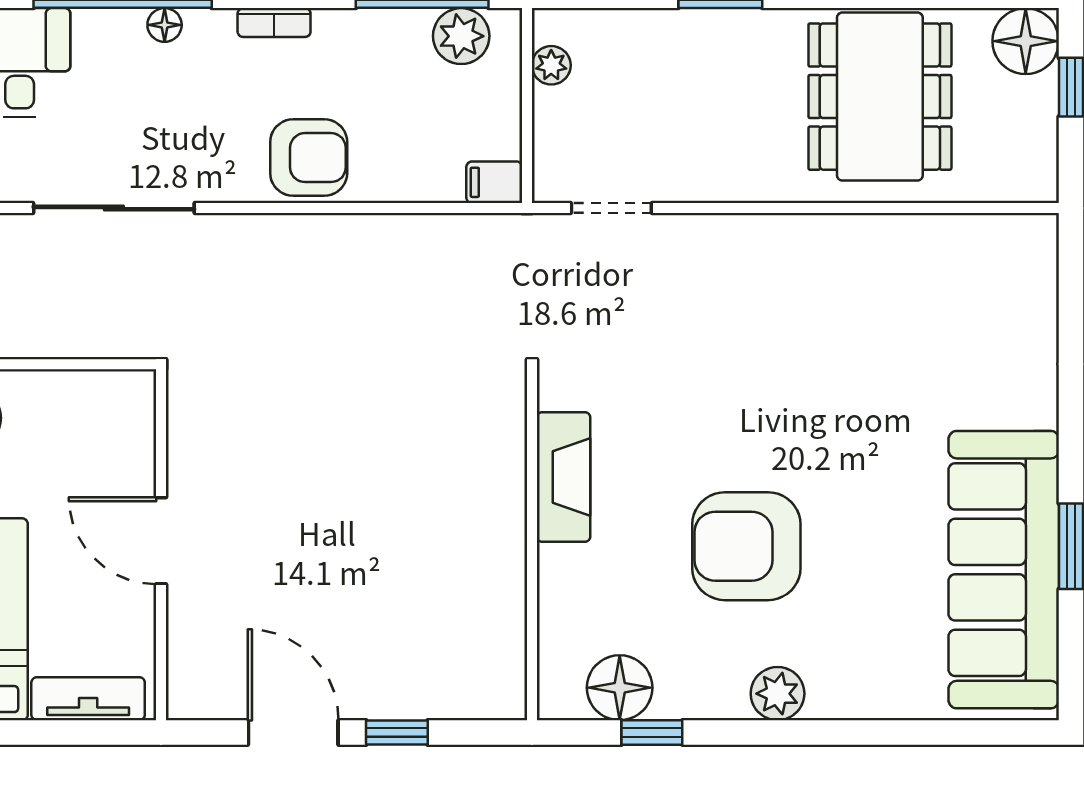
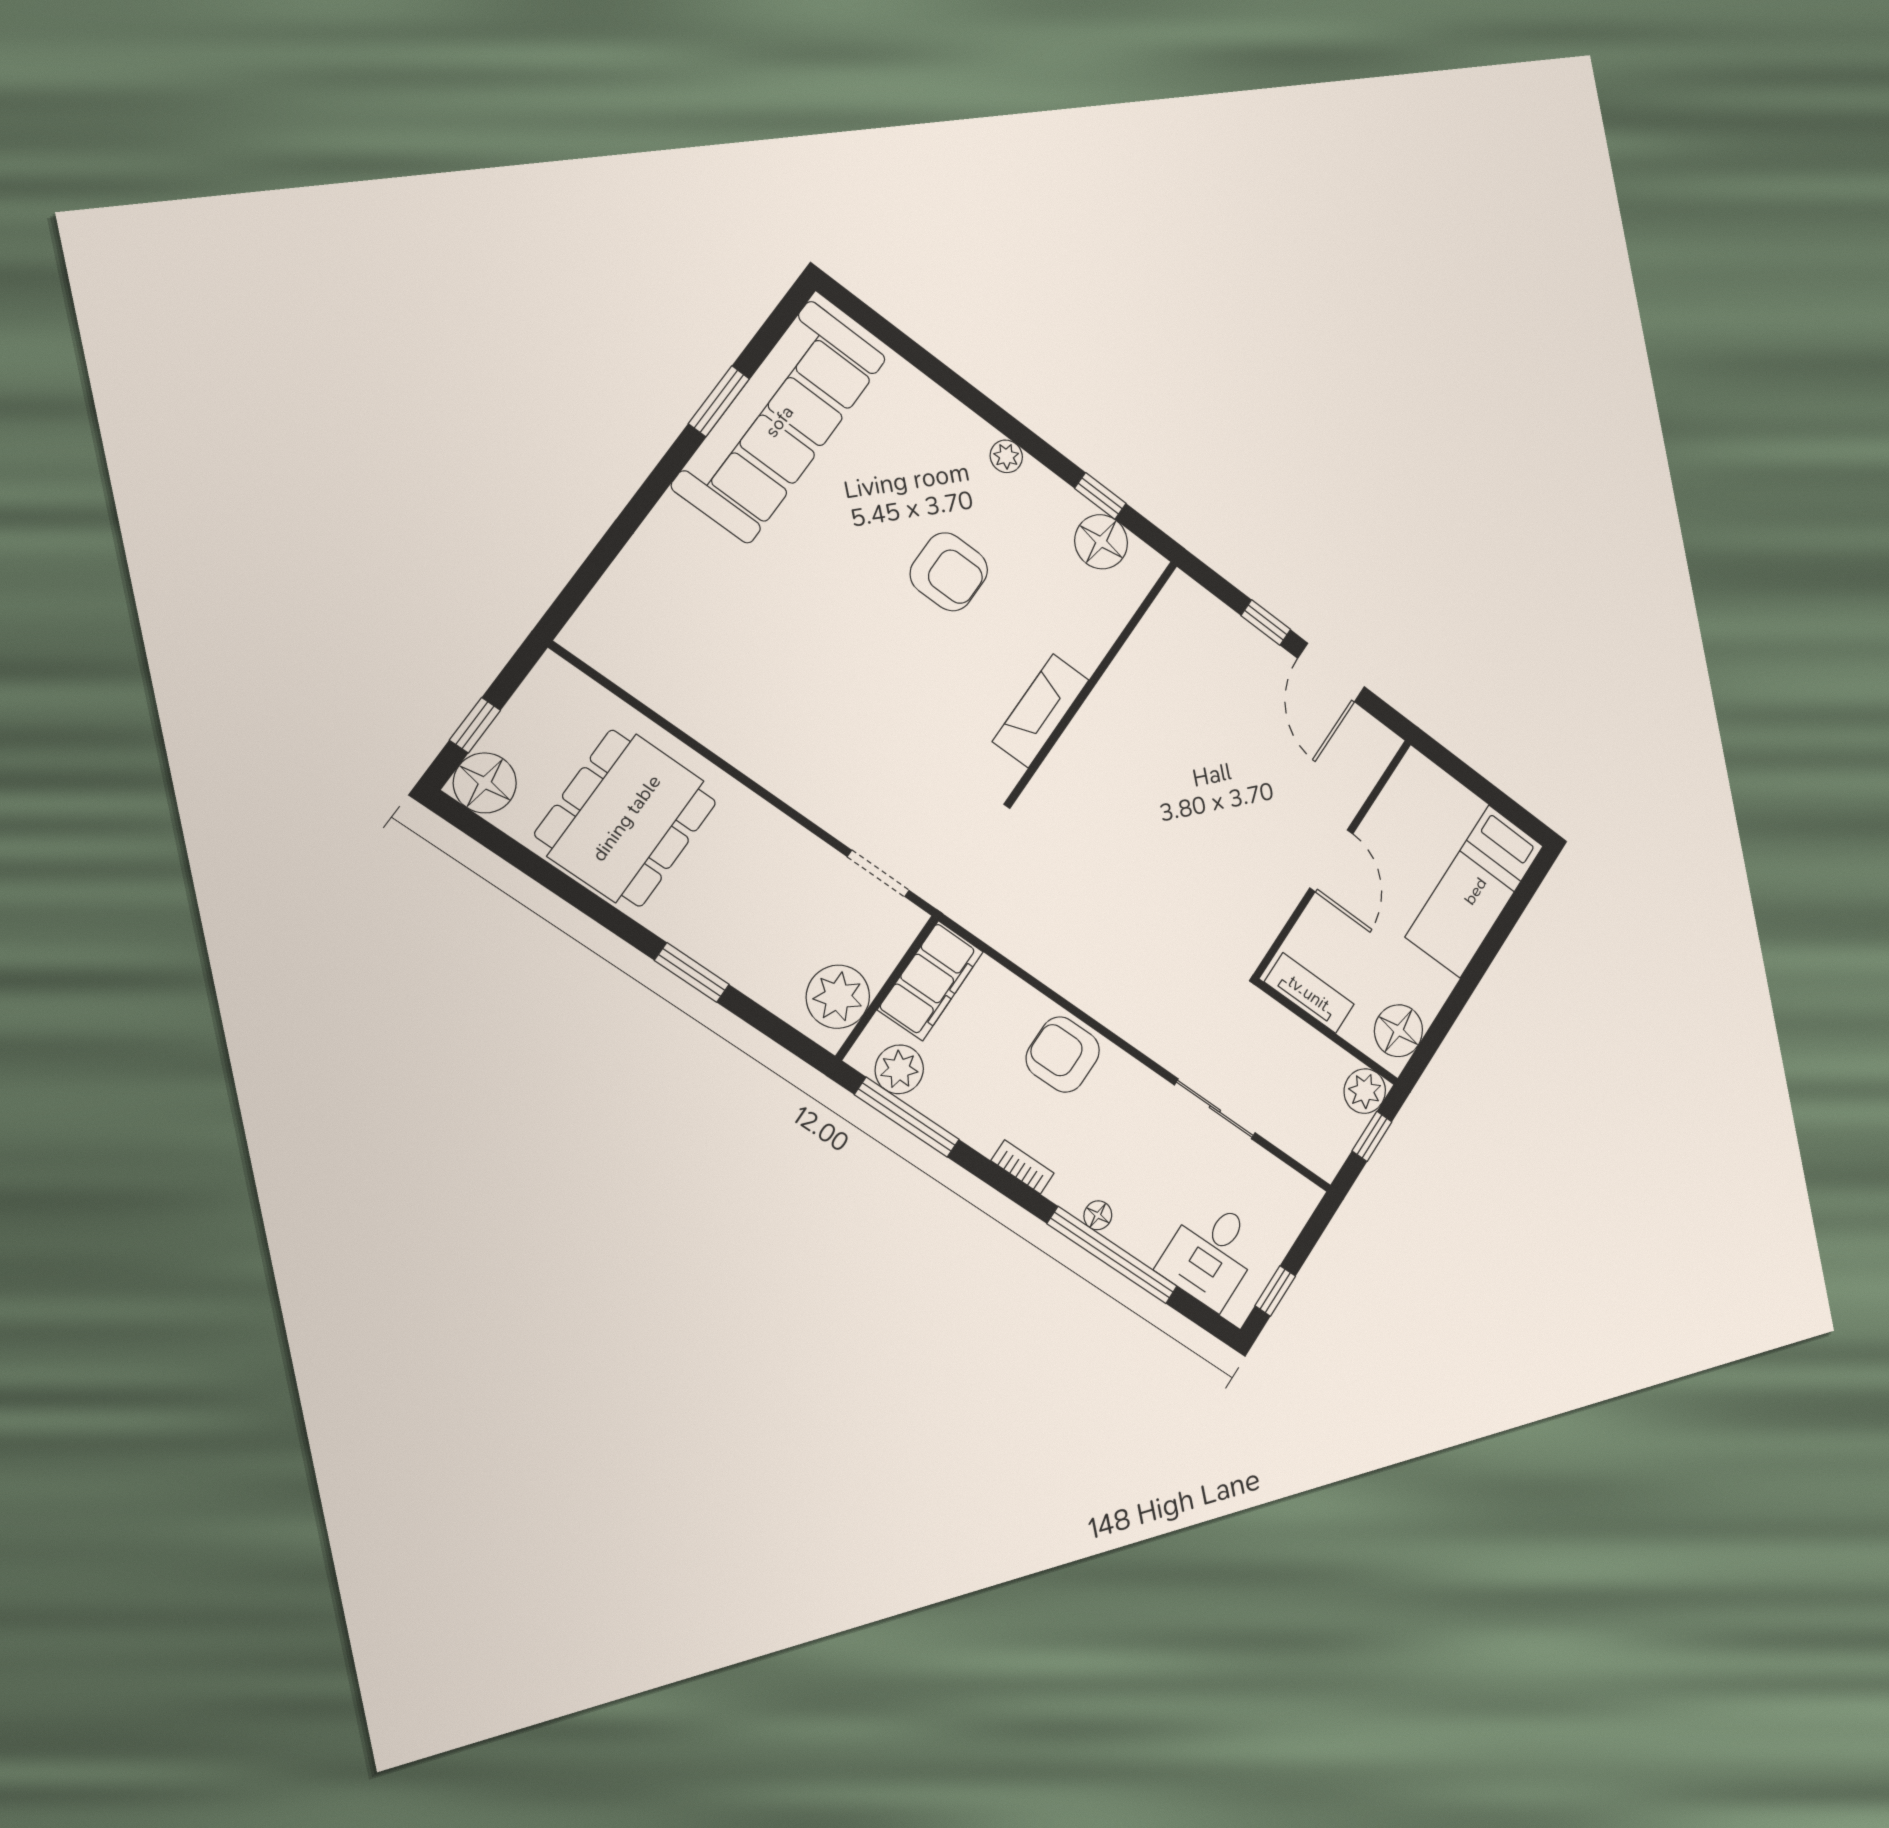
plant: (551, 65) -> (838, 997), width x1.87, depth x1.87
filing cabinet: (494, 182) -> (930, 981), width x3.00, depth x1.17
sliding door: (114, 208) -> (1215, 1109), width x0.73
armchair: (746, 546) -> (949, 572), width x0.73, depth x0.73
plant: (778, 694) -> (1006, 456), width x0.73, depth x0.73
tv unit: (88, 699) -> (1309, 993), moved, turned 180

